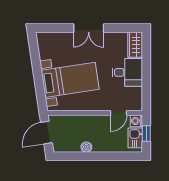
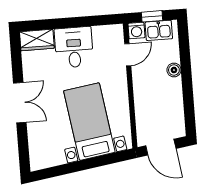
door: (119, 113) -> (128, 55), hinge flipped
boiler: (86, 147) -> (174, 70), moved

